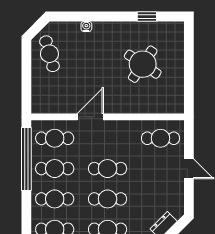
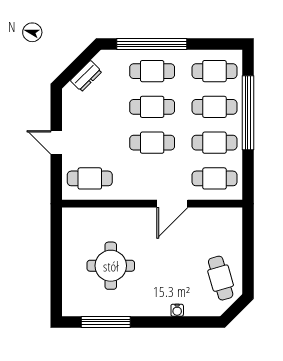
window: (147, 16) -> (106, 322), width x2.17
round table: (143, 64) -> (111, 266), turned -34
window: (26, 159) -> (248, 113), moved

